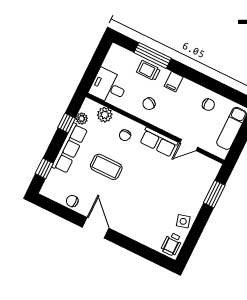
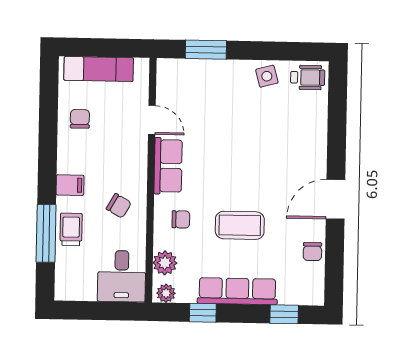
trolley: (148, 71) -> (71, 229), turned 180
plant: (82, 119) -> (166, 293), moved
coffee table: (106, 167) -> (240, 225), turned 90

